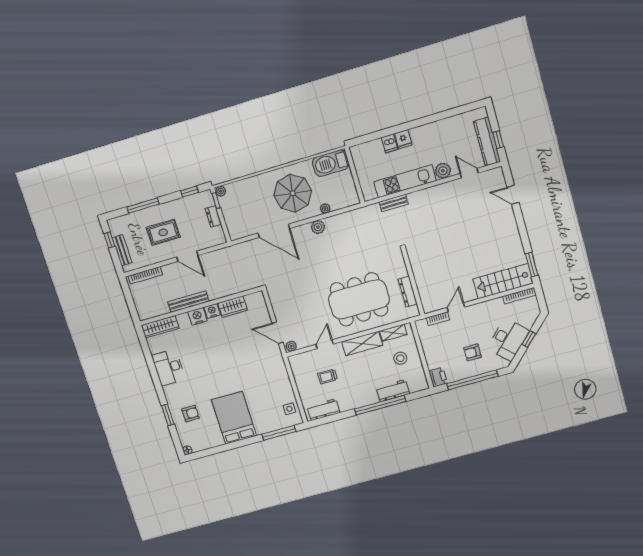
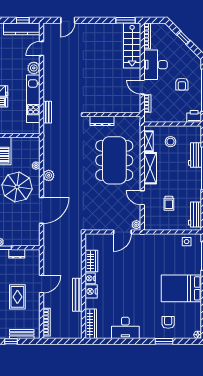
dresser: (408, 292) -> (102, 121), moved
desk: (508, 340) -> (155, 65), moved, turned -135

